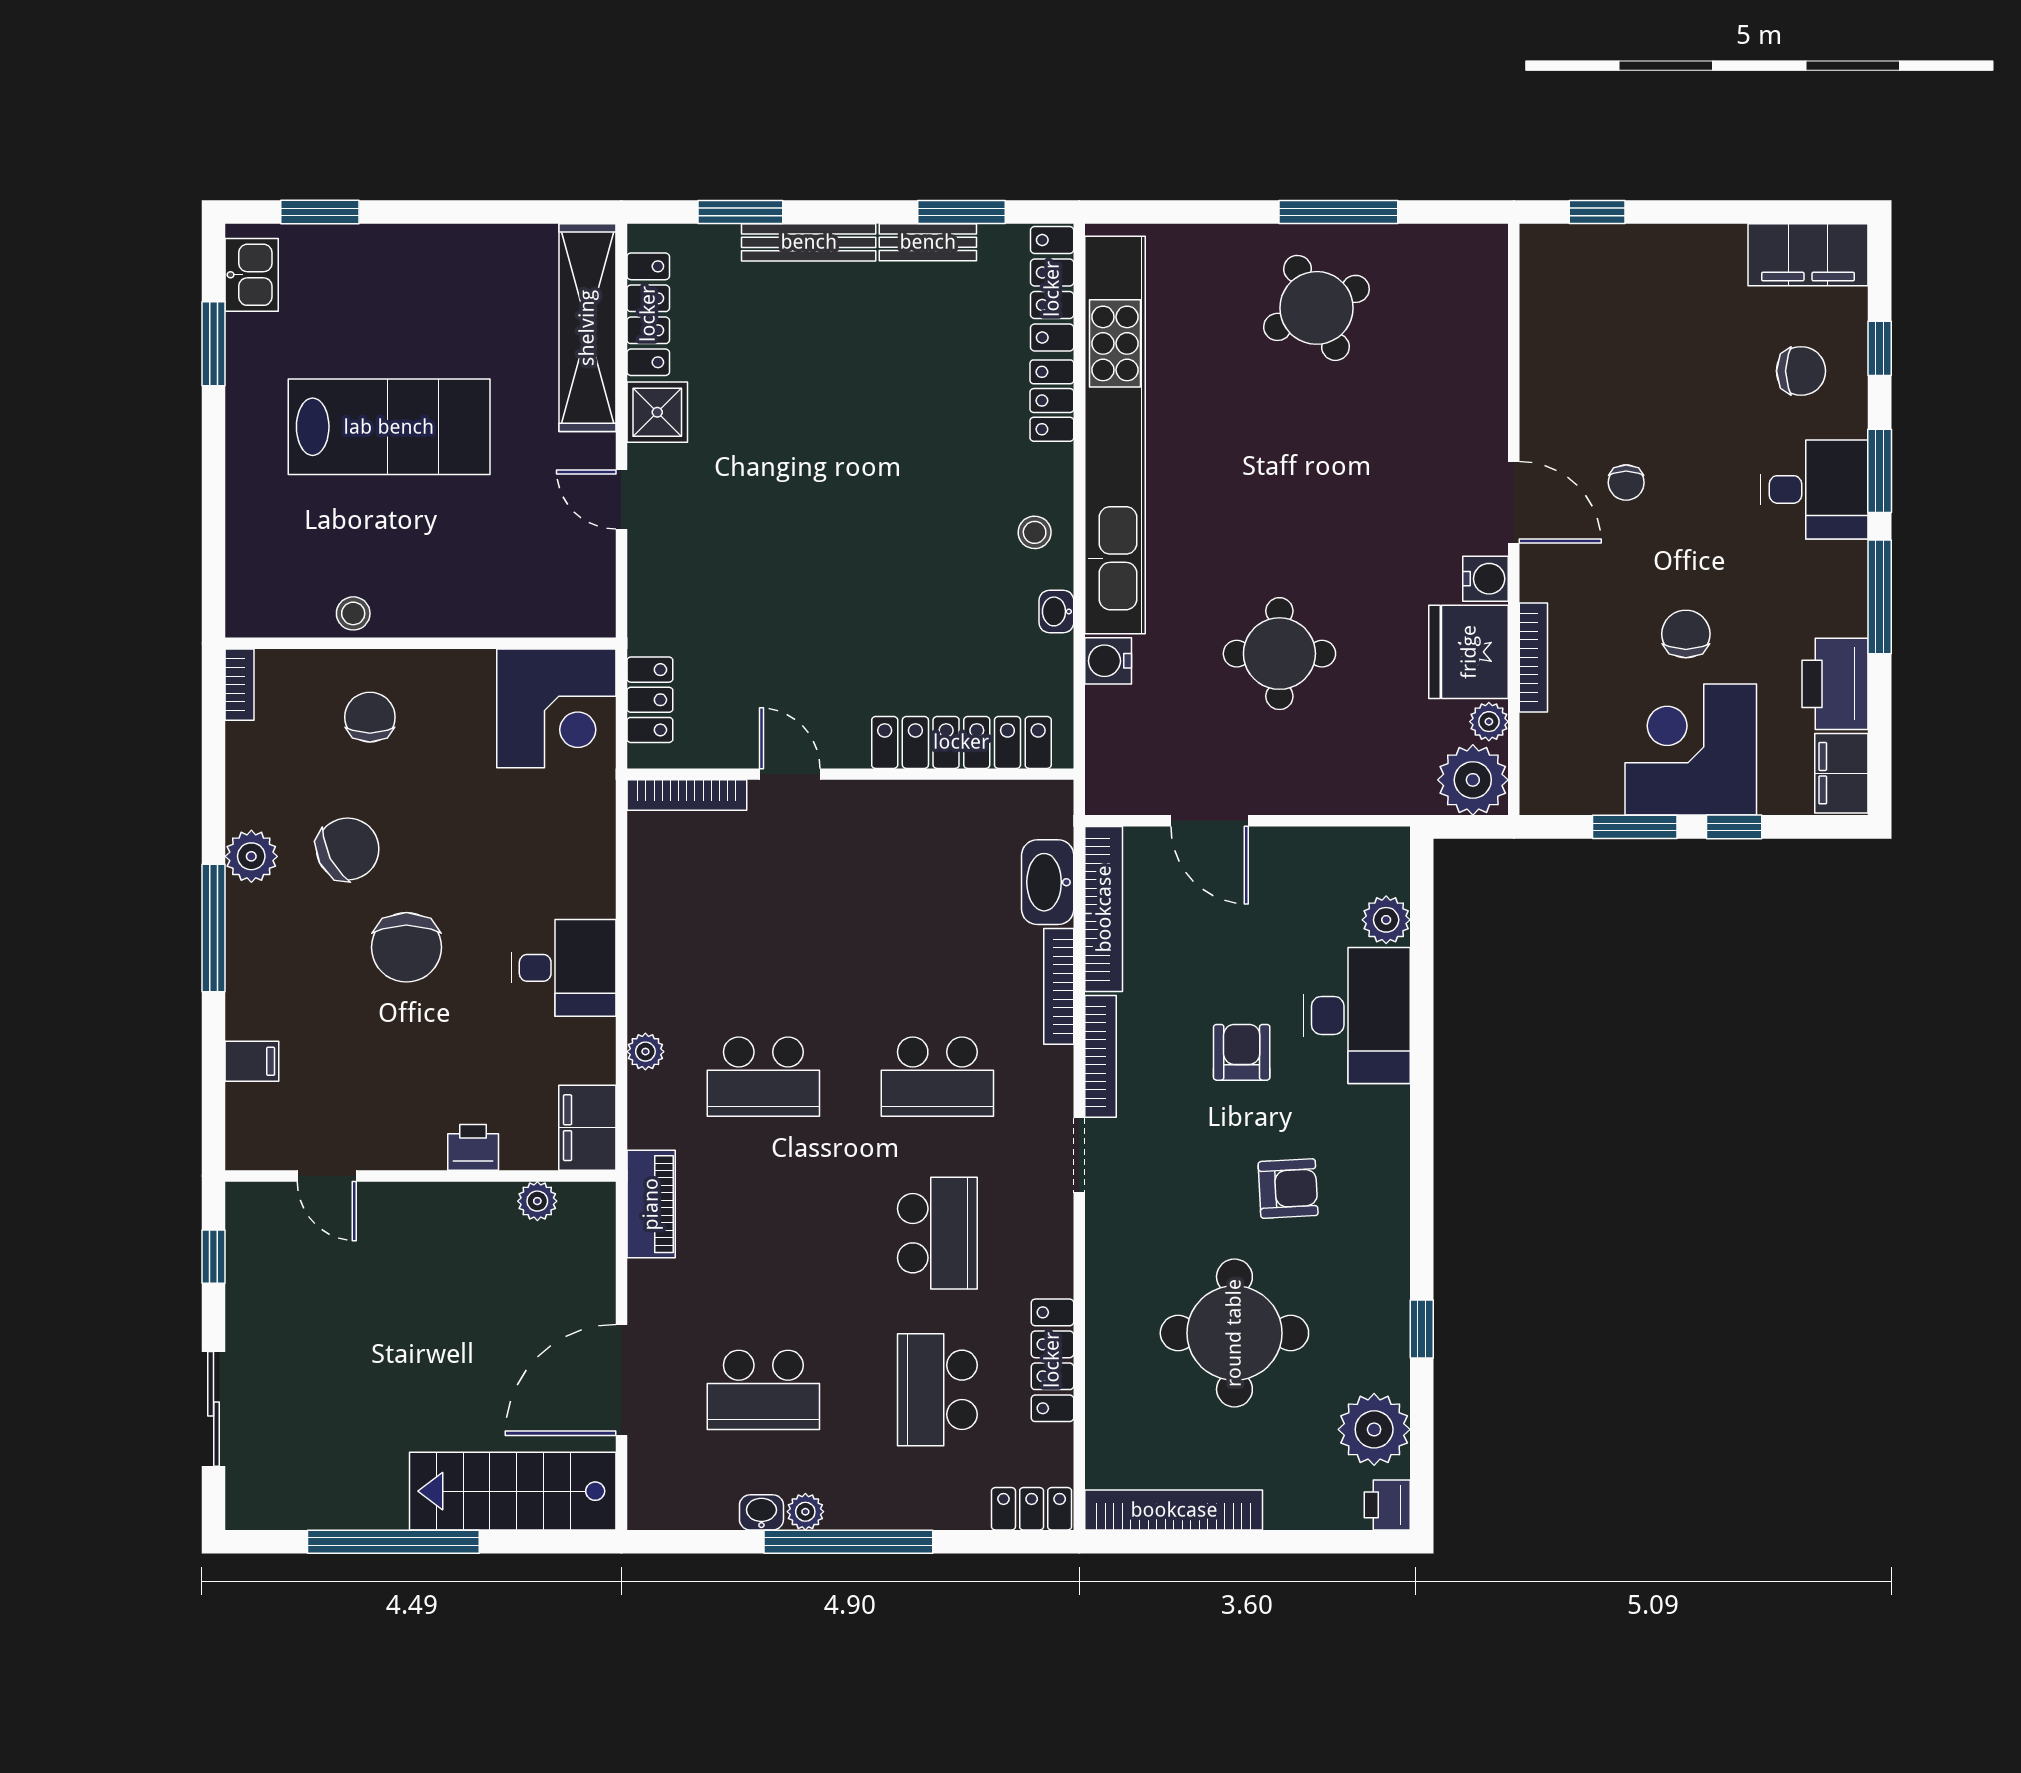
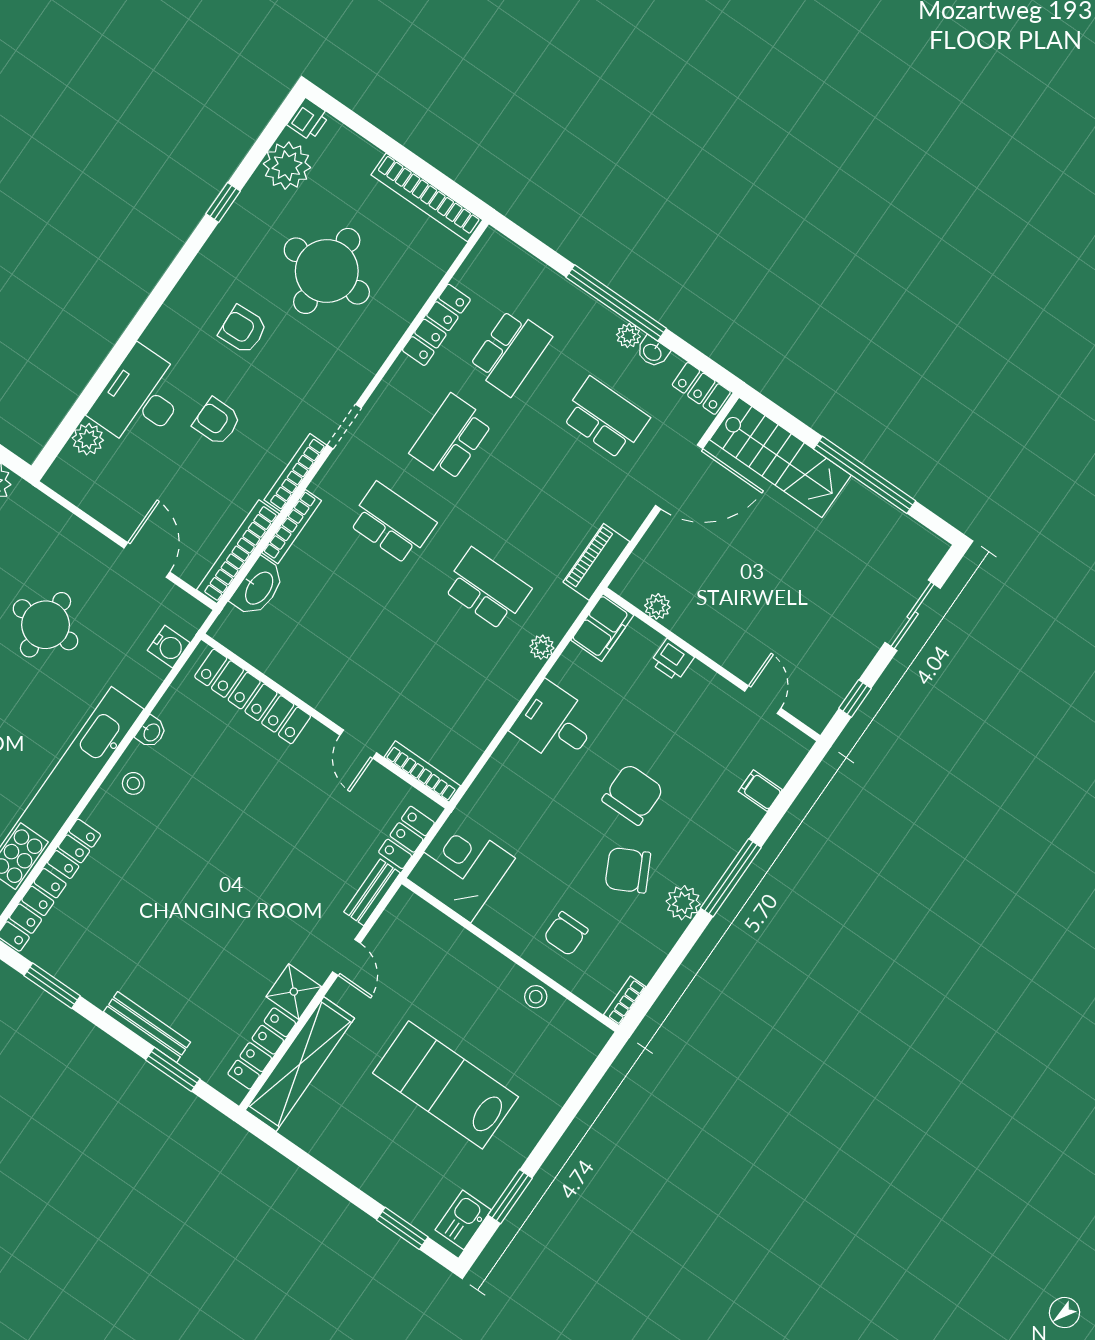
bench: (928, 242) -> (372, 892), moved, turned 90
water cooler: (1108, 661) -> (169, 647), moved
armchair: (1242, 1052) -> (217, 421), turned 90
locker: (1032, 1509) -> (701, 388), moved

